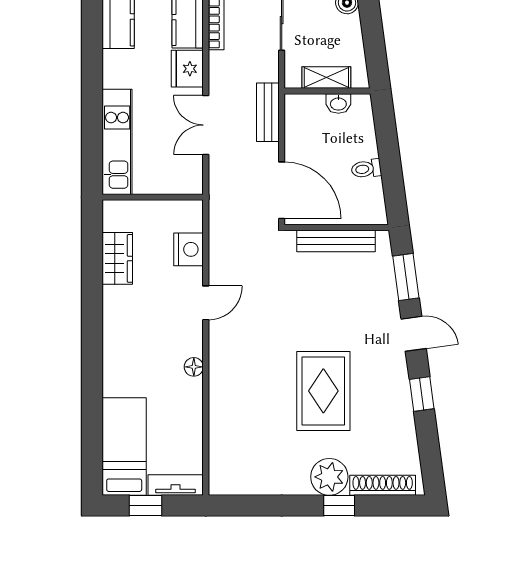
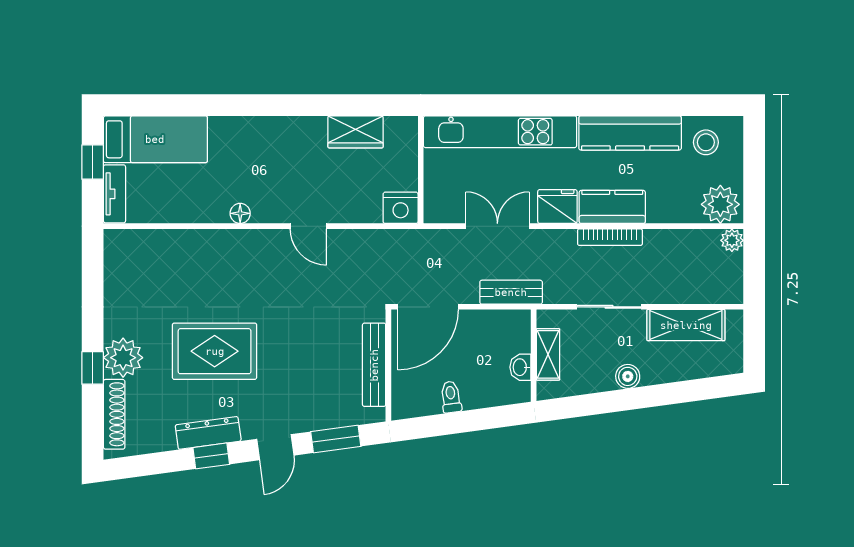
kitchen unit: (117, 142) -> (500, 132), width x1.36
nightstand: (189, 249) -> (401, 208), moved
dresser: (400, 397) -> (208, 433), added

